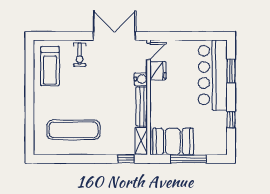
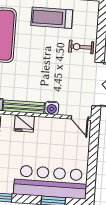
treadmill: (50, 66) -> (52, 18), moved
fridge: (158, 71) -> (24, 124), moved

